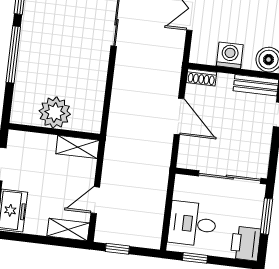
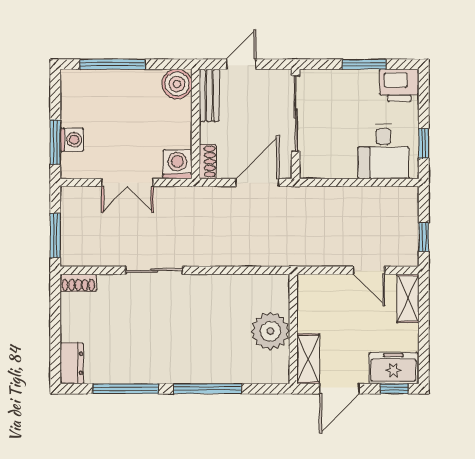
washing machine: (230, 55) -> (177, 164), moved, turned 90
shelving: (78, 147) -> (308, 359), moved
wall: (221, 176) -> (296, 124), moved
sliding door: (230, 177) -> (296, 114), moved

